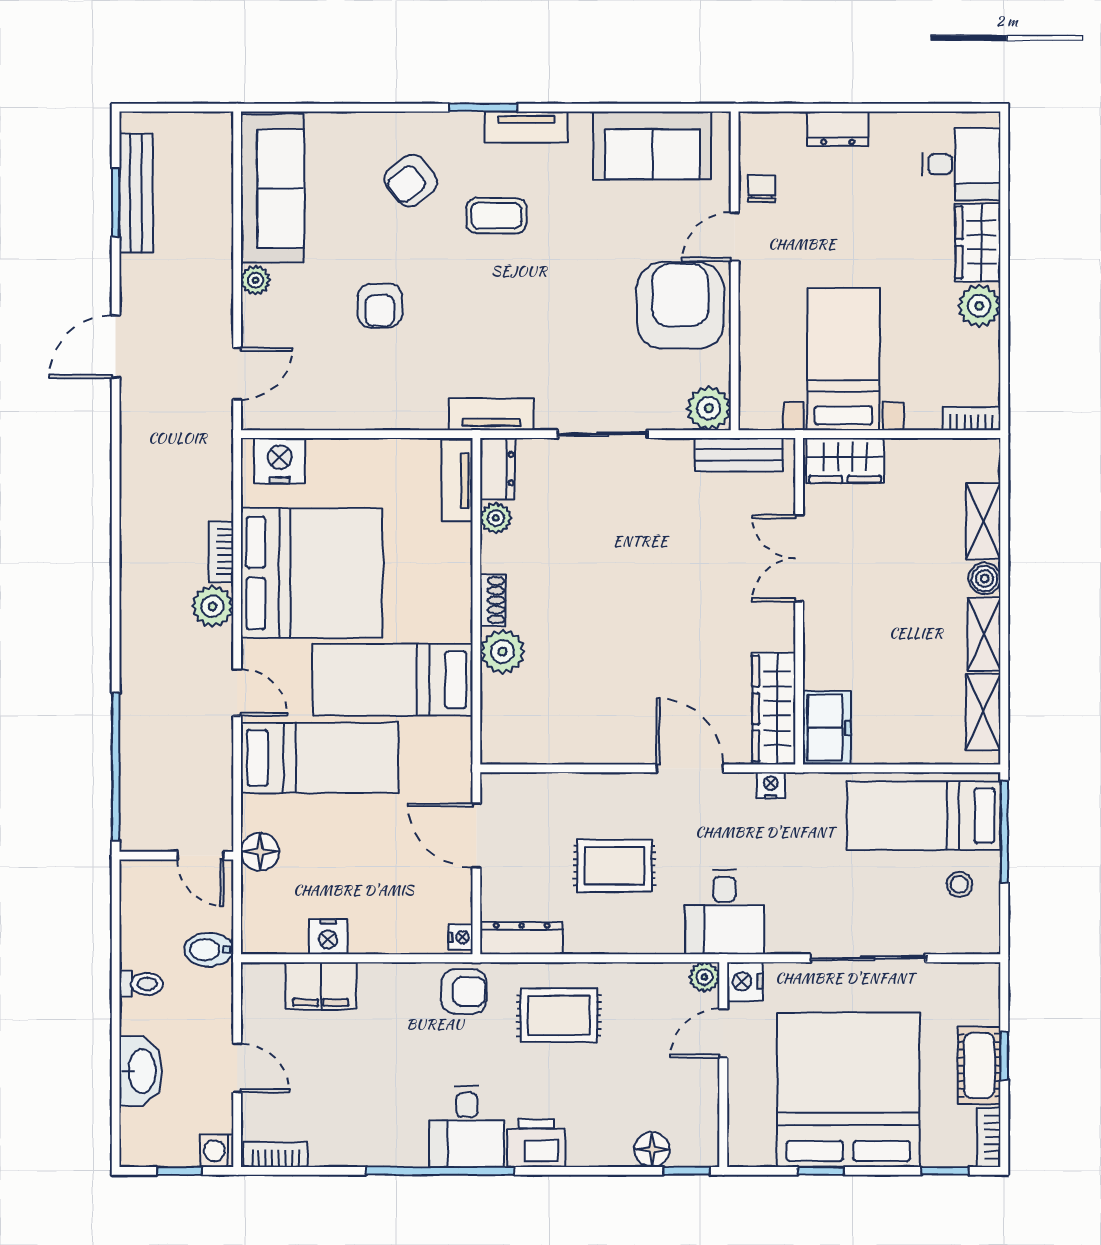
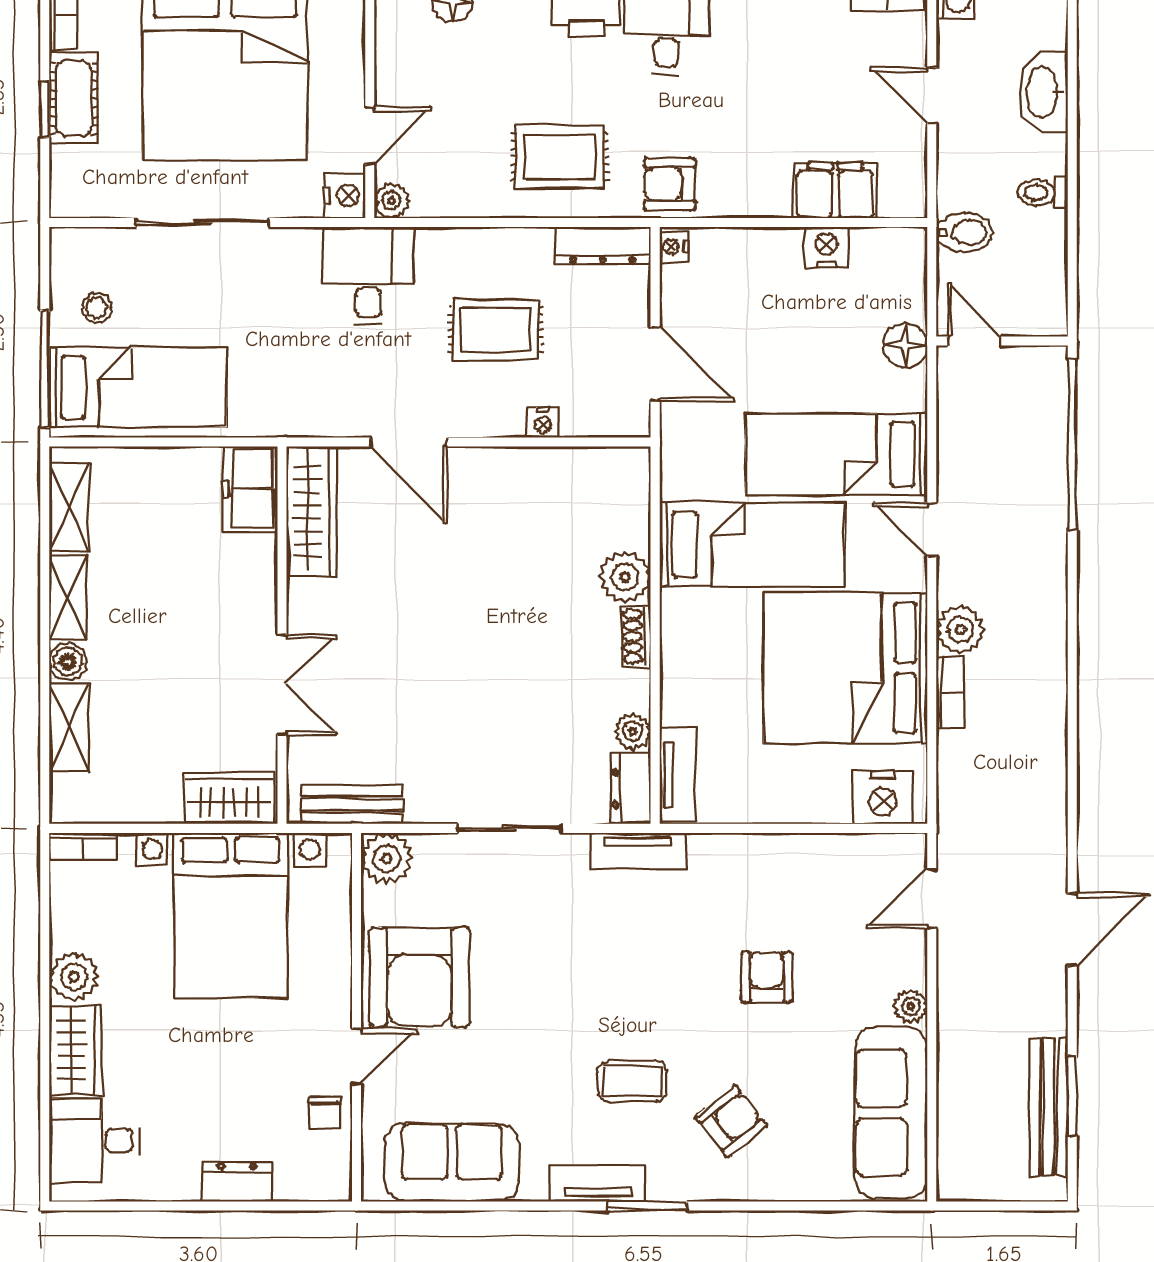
bed with nightstands: (843, 359) -> (231, 915), width x1.36
nightstand: (771, 785) -> (543, 422), moved

